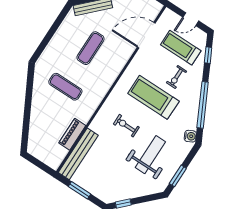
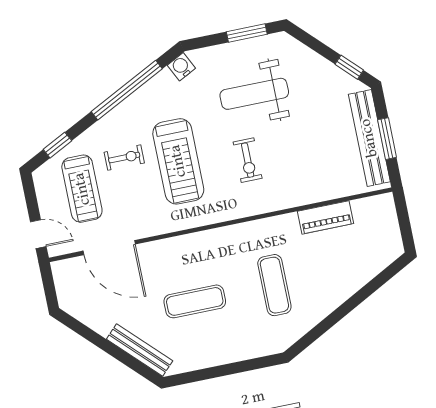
door: (191, 19) -> (38, 234), moved
bench: (78, 154) -> (369, 138), moved, turned 90

